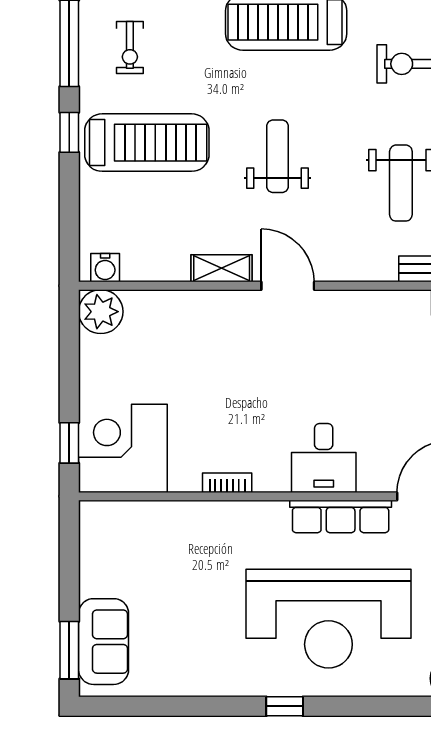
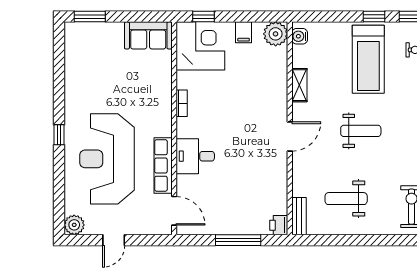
shelving: (222, 268) -> (299, 85), moved
filing cabinet: (98, 370) -> (244, 32), added
sofa: (104, 642) -> (148, 35), moved

